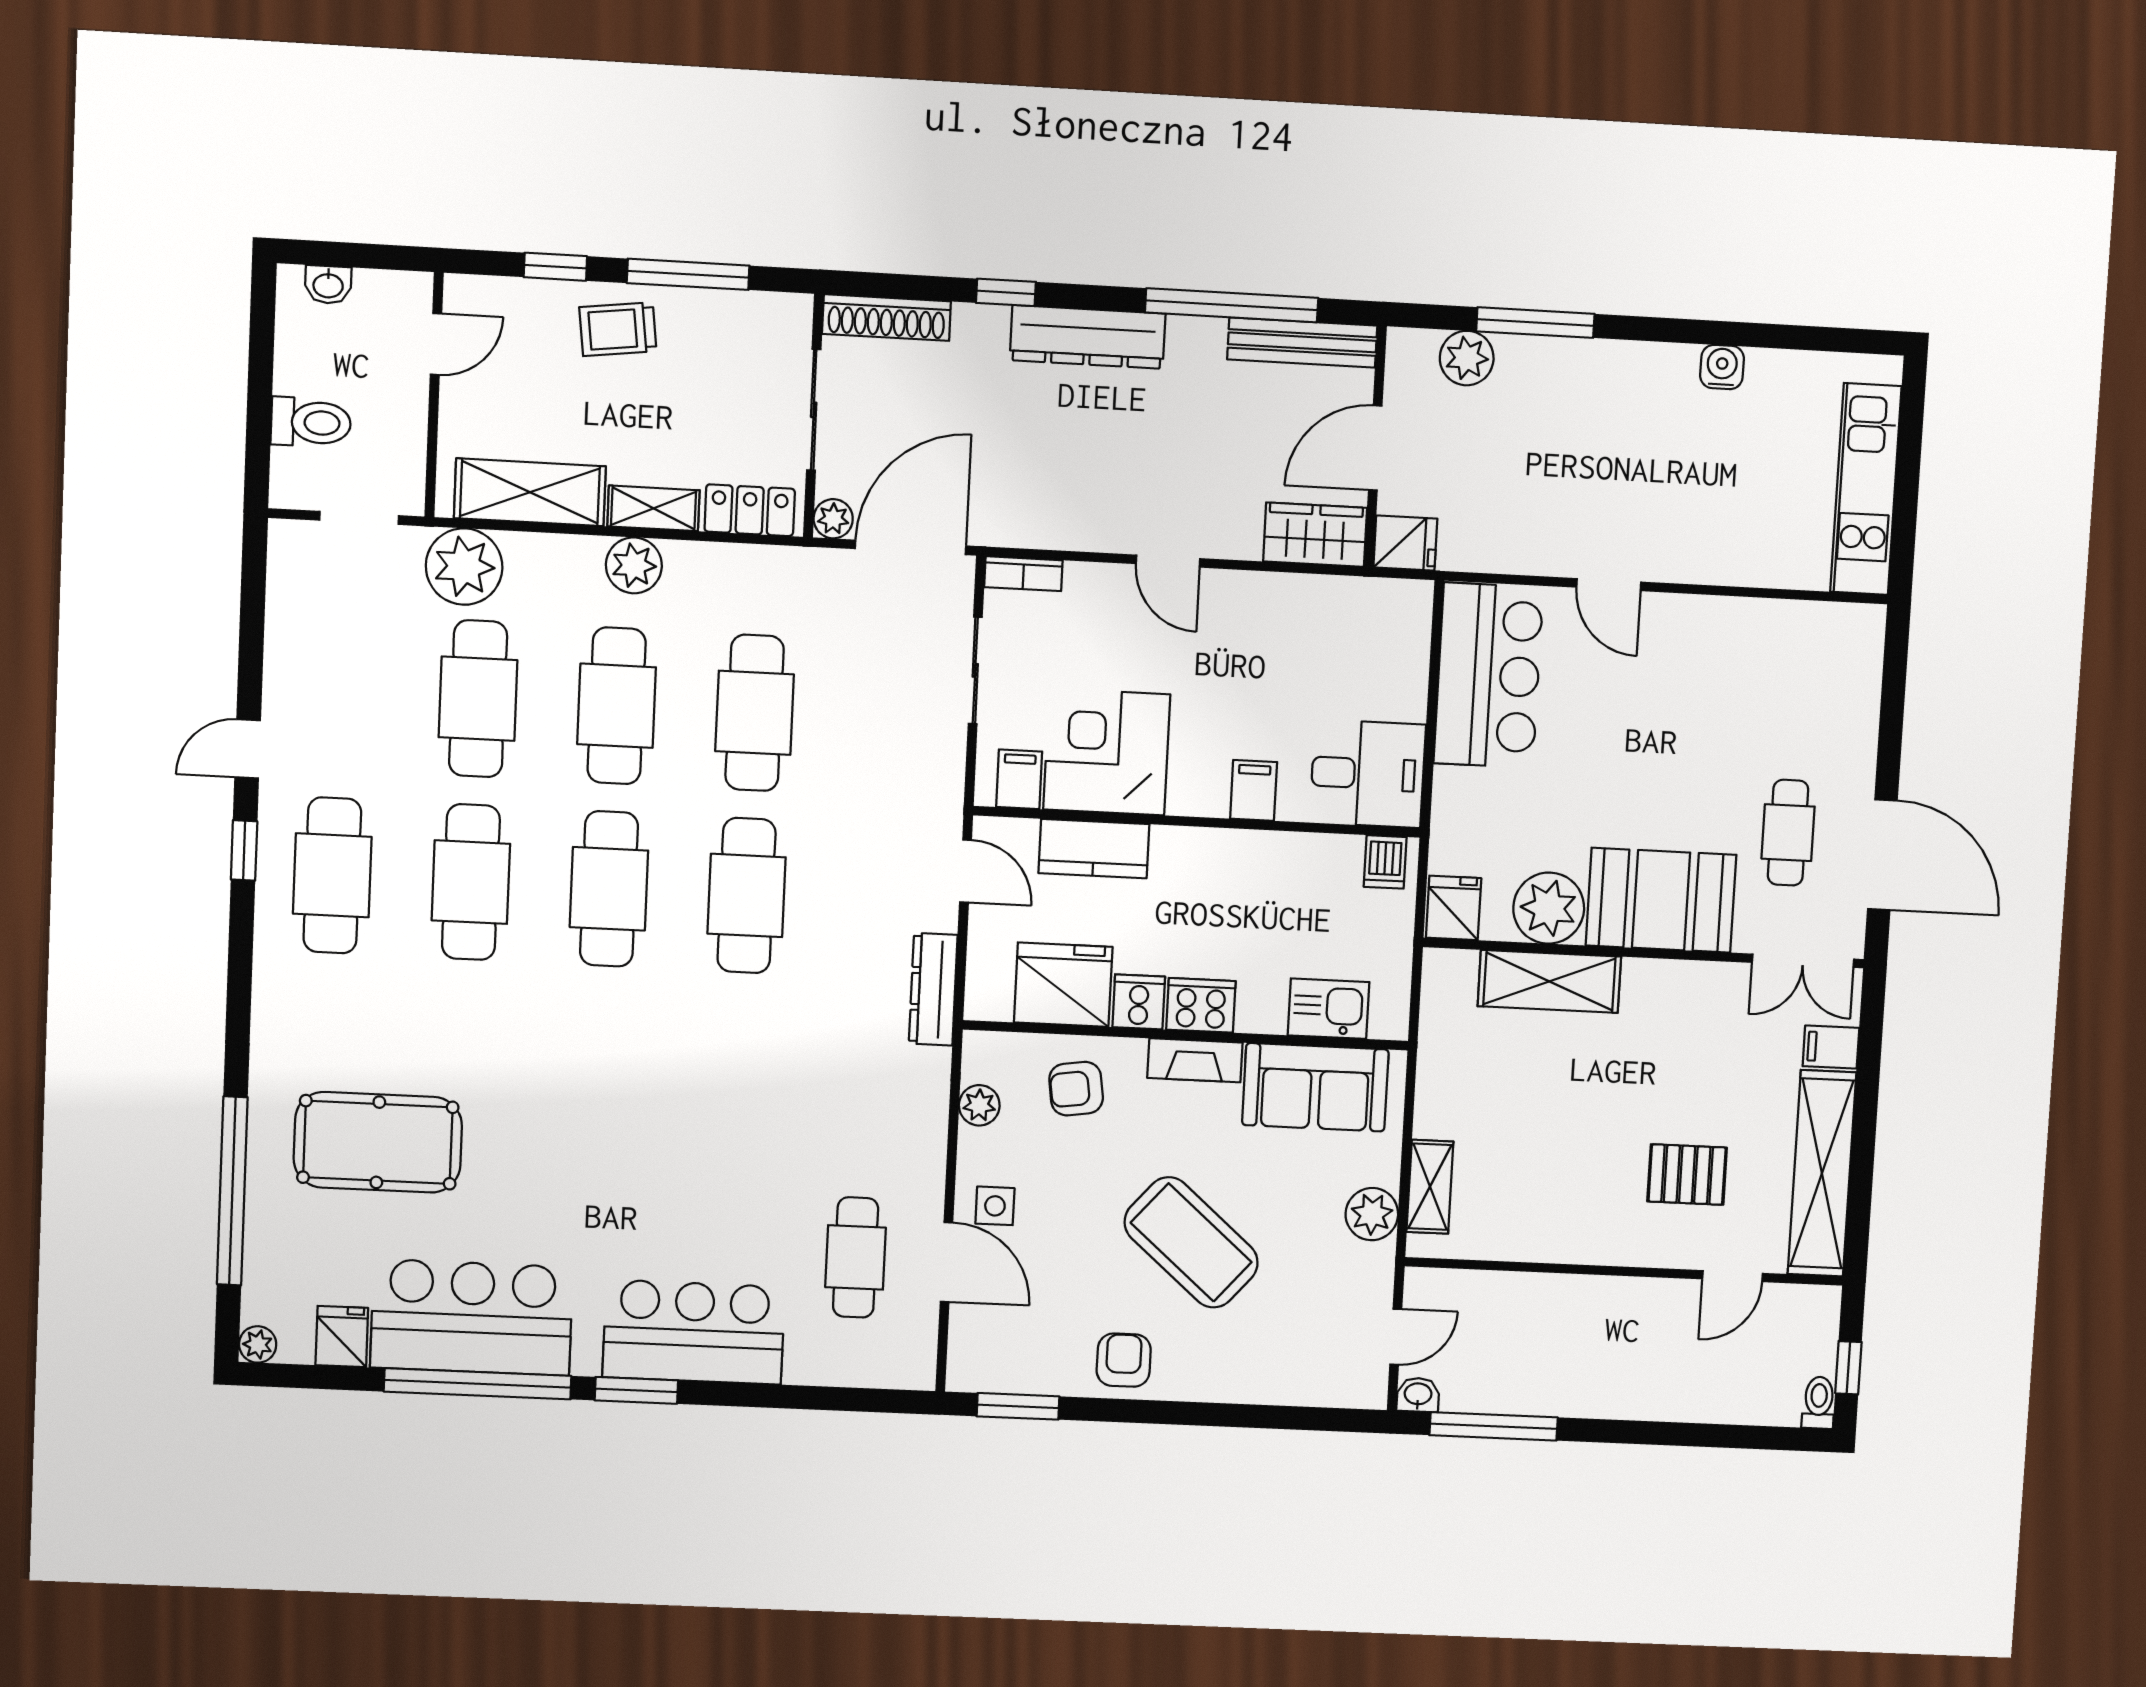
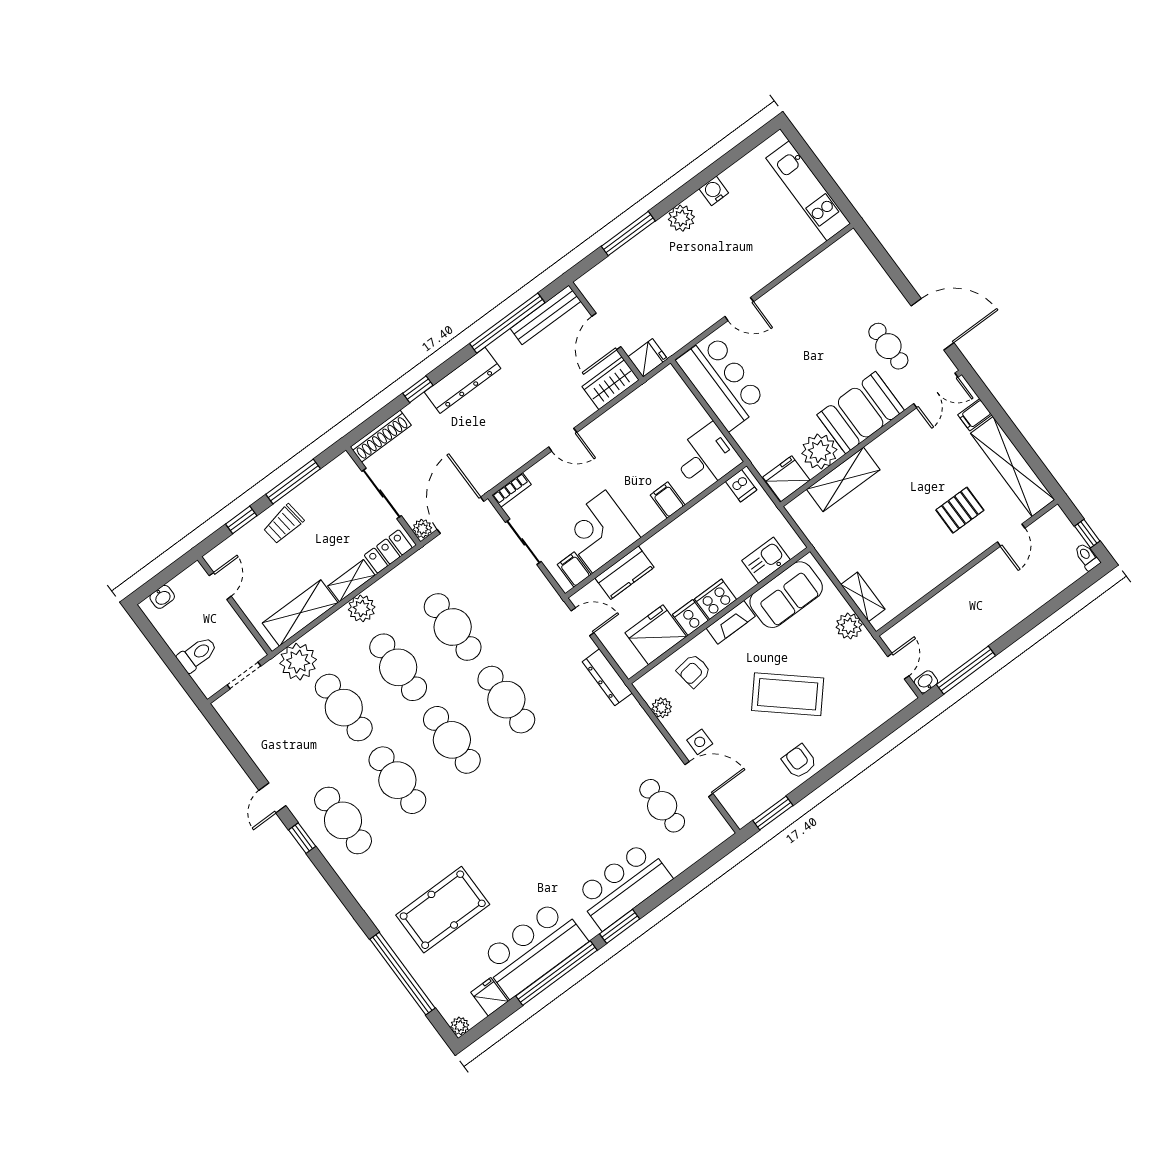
plant: (1467, 358) -> (681, 218), moved
fridge: (1454, 908) -> (786, 479), width x1.38

